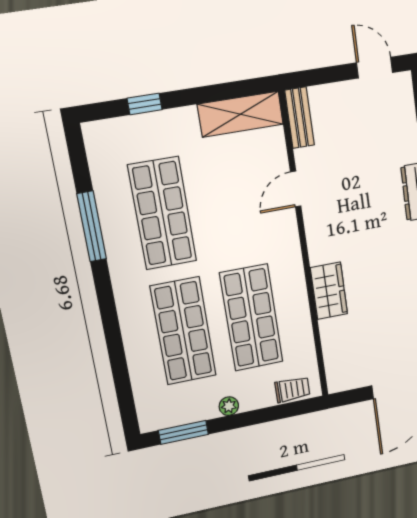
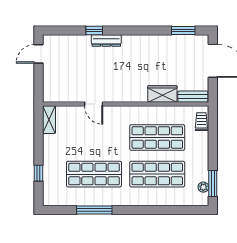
shelving: (240, 114) -> (49, 120), width x0.67, depth x0.75
bench: (300, 118) -> (193, 97), moved
wardrobe: (329, 291) -> (162, 94), moved
plant: (229, 406) -> (203, 187), moved

